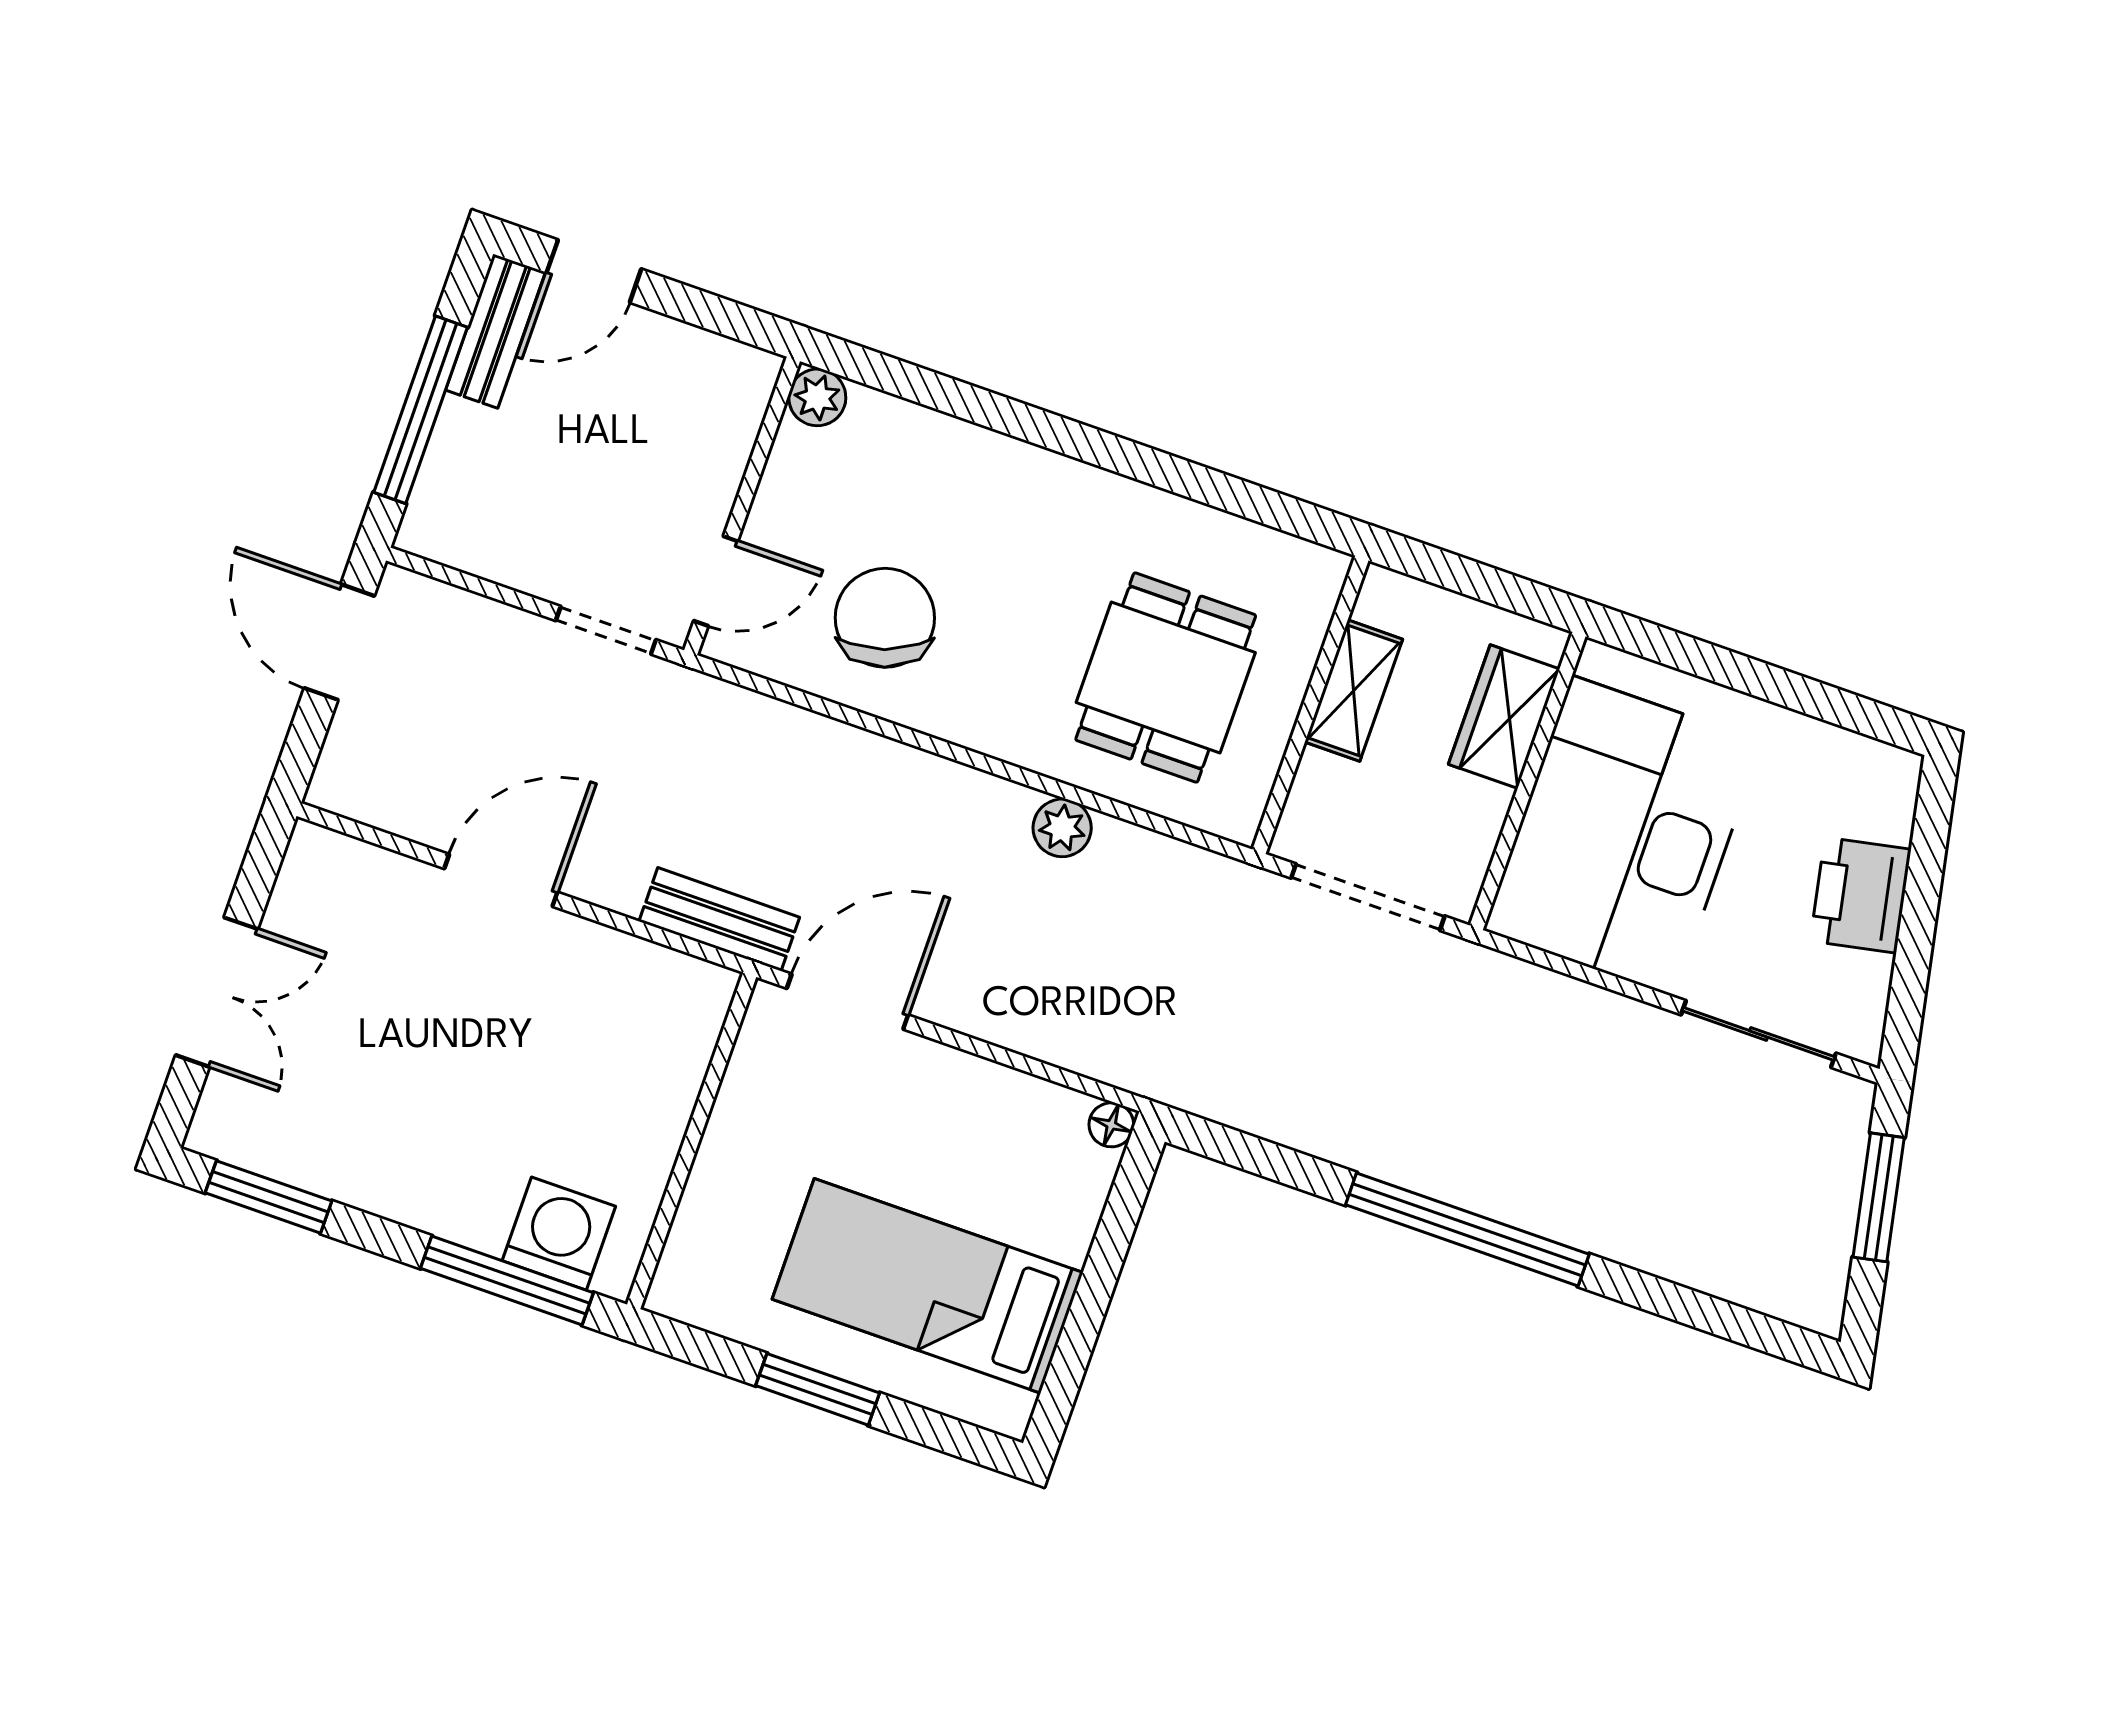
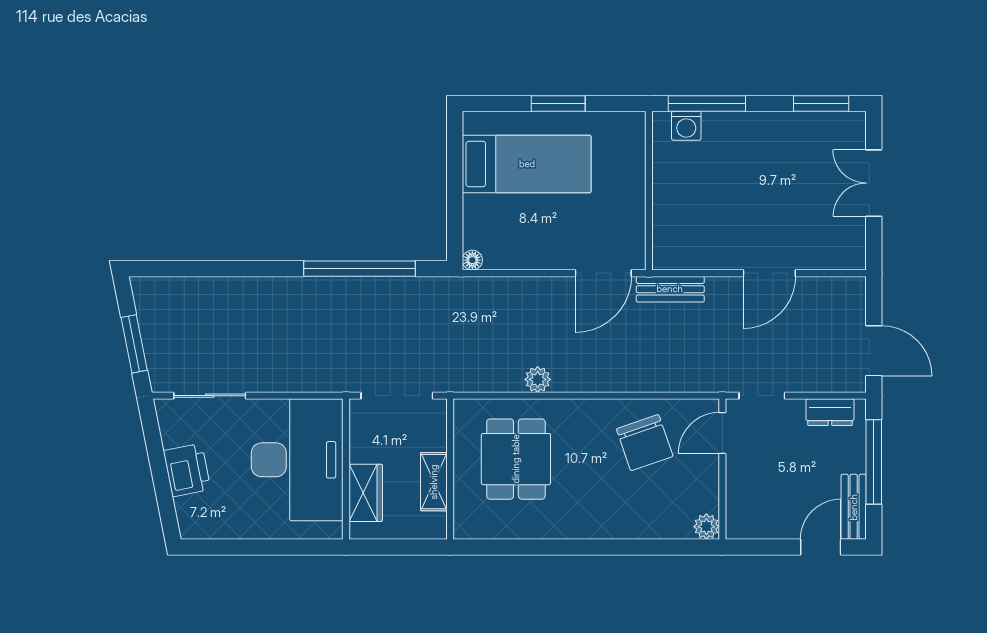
dresser: (476, 546) -> (830, 412), added
window: (1467, 1230) -> (359, 269), moved
washing machine: (559, 1234) -> (686, 126), width x0.73, depth x0.73

